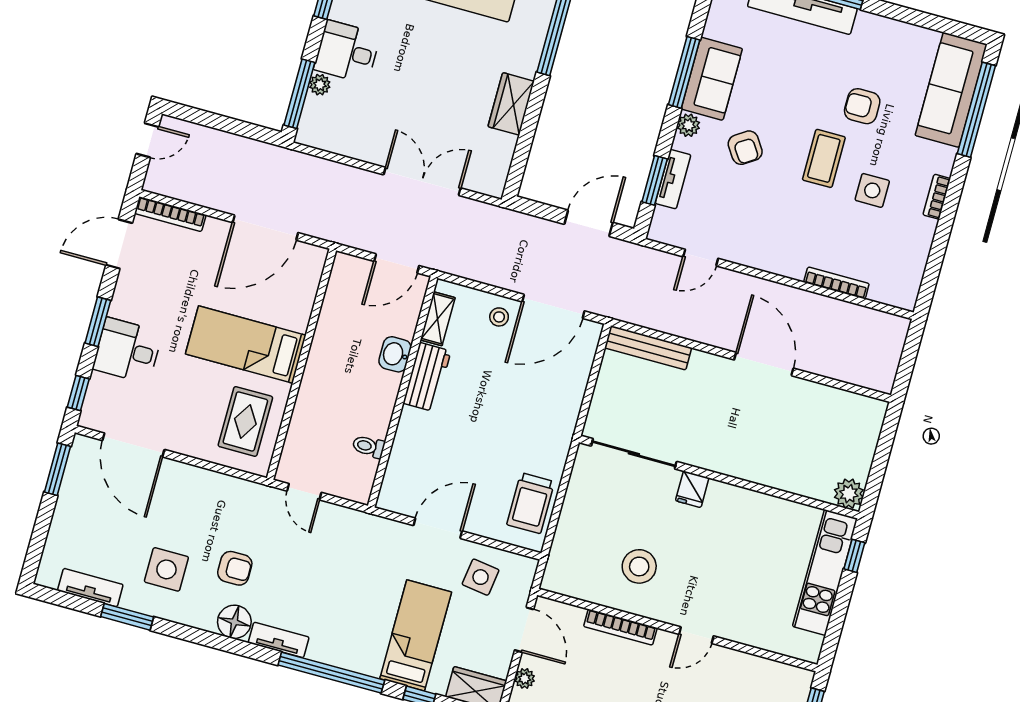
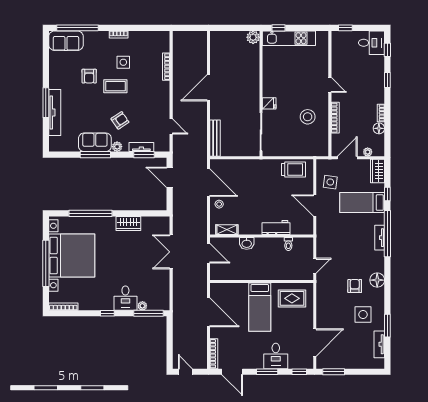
sofa: (951, 90) -> (66, 41), width x0.73
workbench: (427, 377) -> (276, 227), moved
tv unit: (279, 640) -> (380, 238), moved

